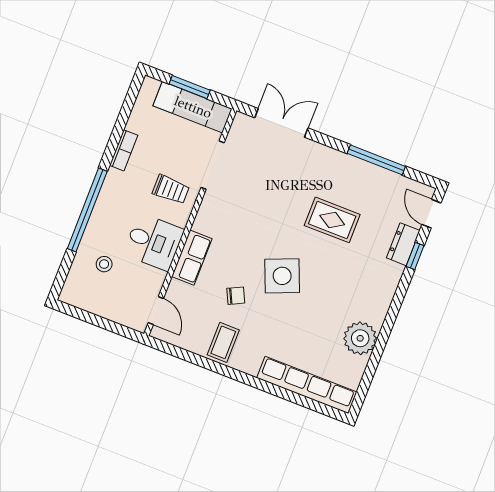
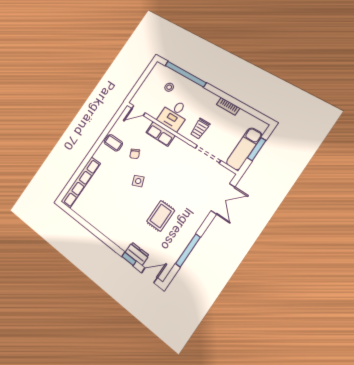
window: (87, 210) -> (185, 74), moved
side table: (282, 276) -> (138, 181), width x0.54, depth x0.54
plant: (360, 338) -> (95, 217), removed

